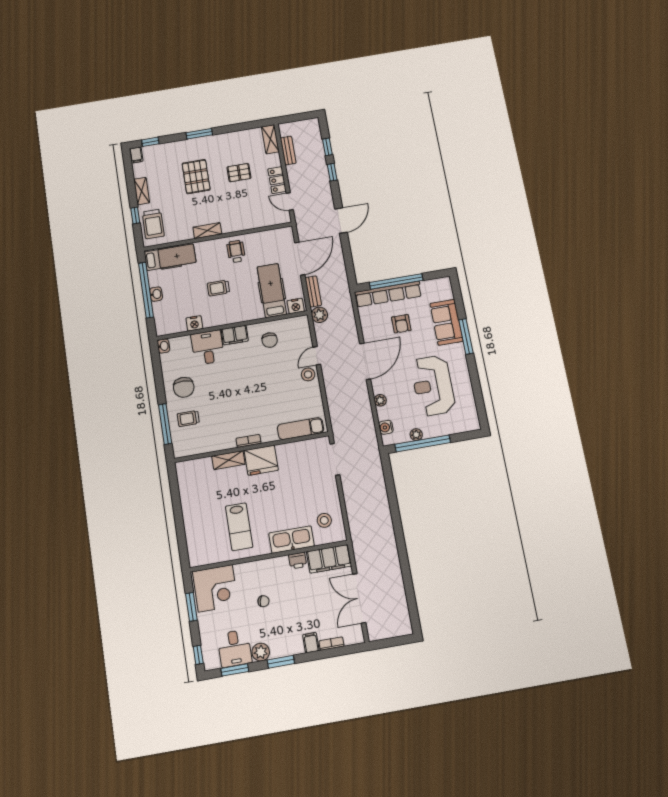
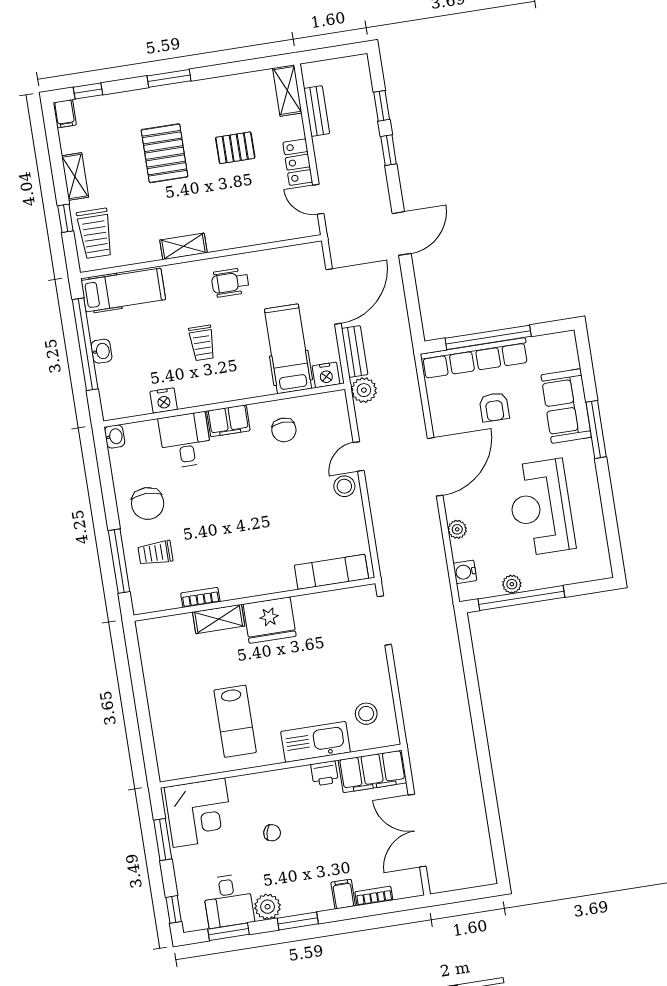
wheelchair: (236, 251) -> (230, 282), turned -90
trolley: (218, 288) -> (202, 343), turned -90
bookcase: (248, 441) -> (200, 597), moved

